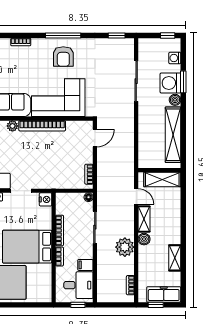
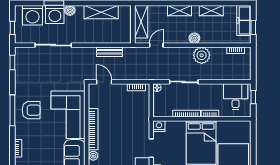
window: (168, 35) -> (12, 28), moved
washing machine: (175, 58) -> (32, 15), width x1.89, depth x1.89
shelving: (173, 135) -> (101, 12), width x0.68
bench: (129, 144) -> (110, 52), added
shelving: (144, 219) -> (179, 11), moved
filing cabinet: (85, 265) -> (218, 90), removed

